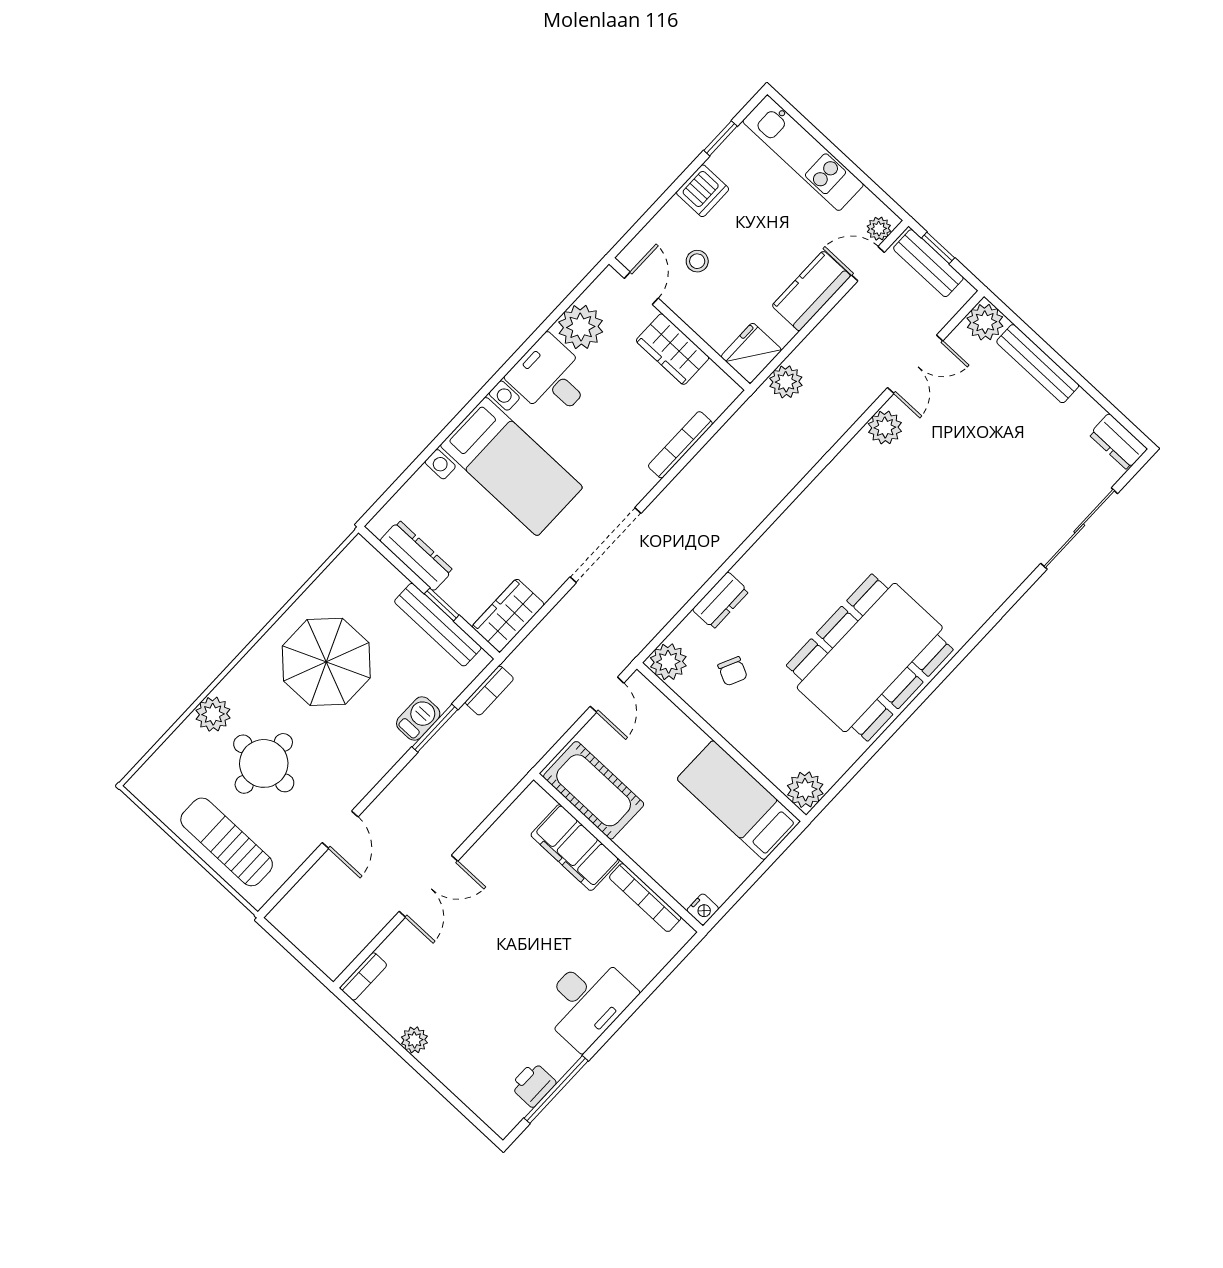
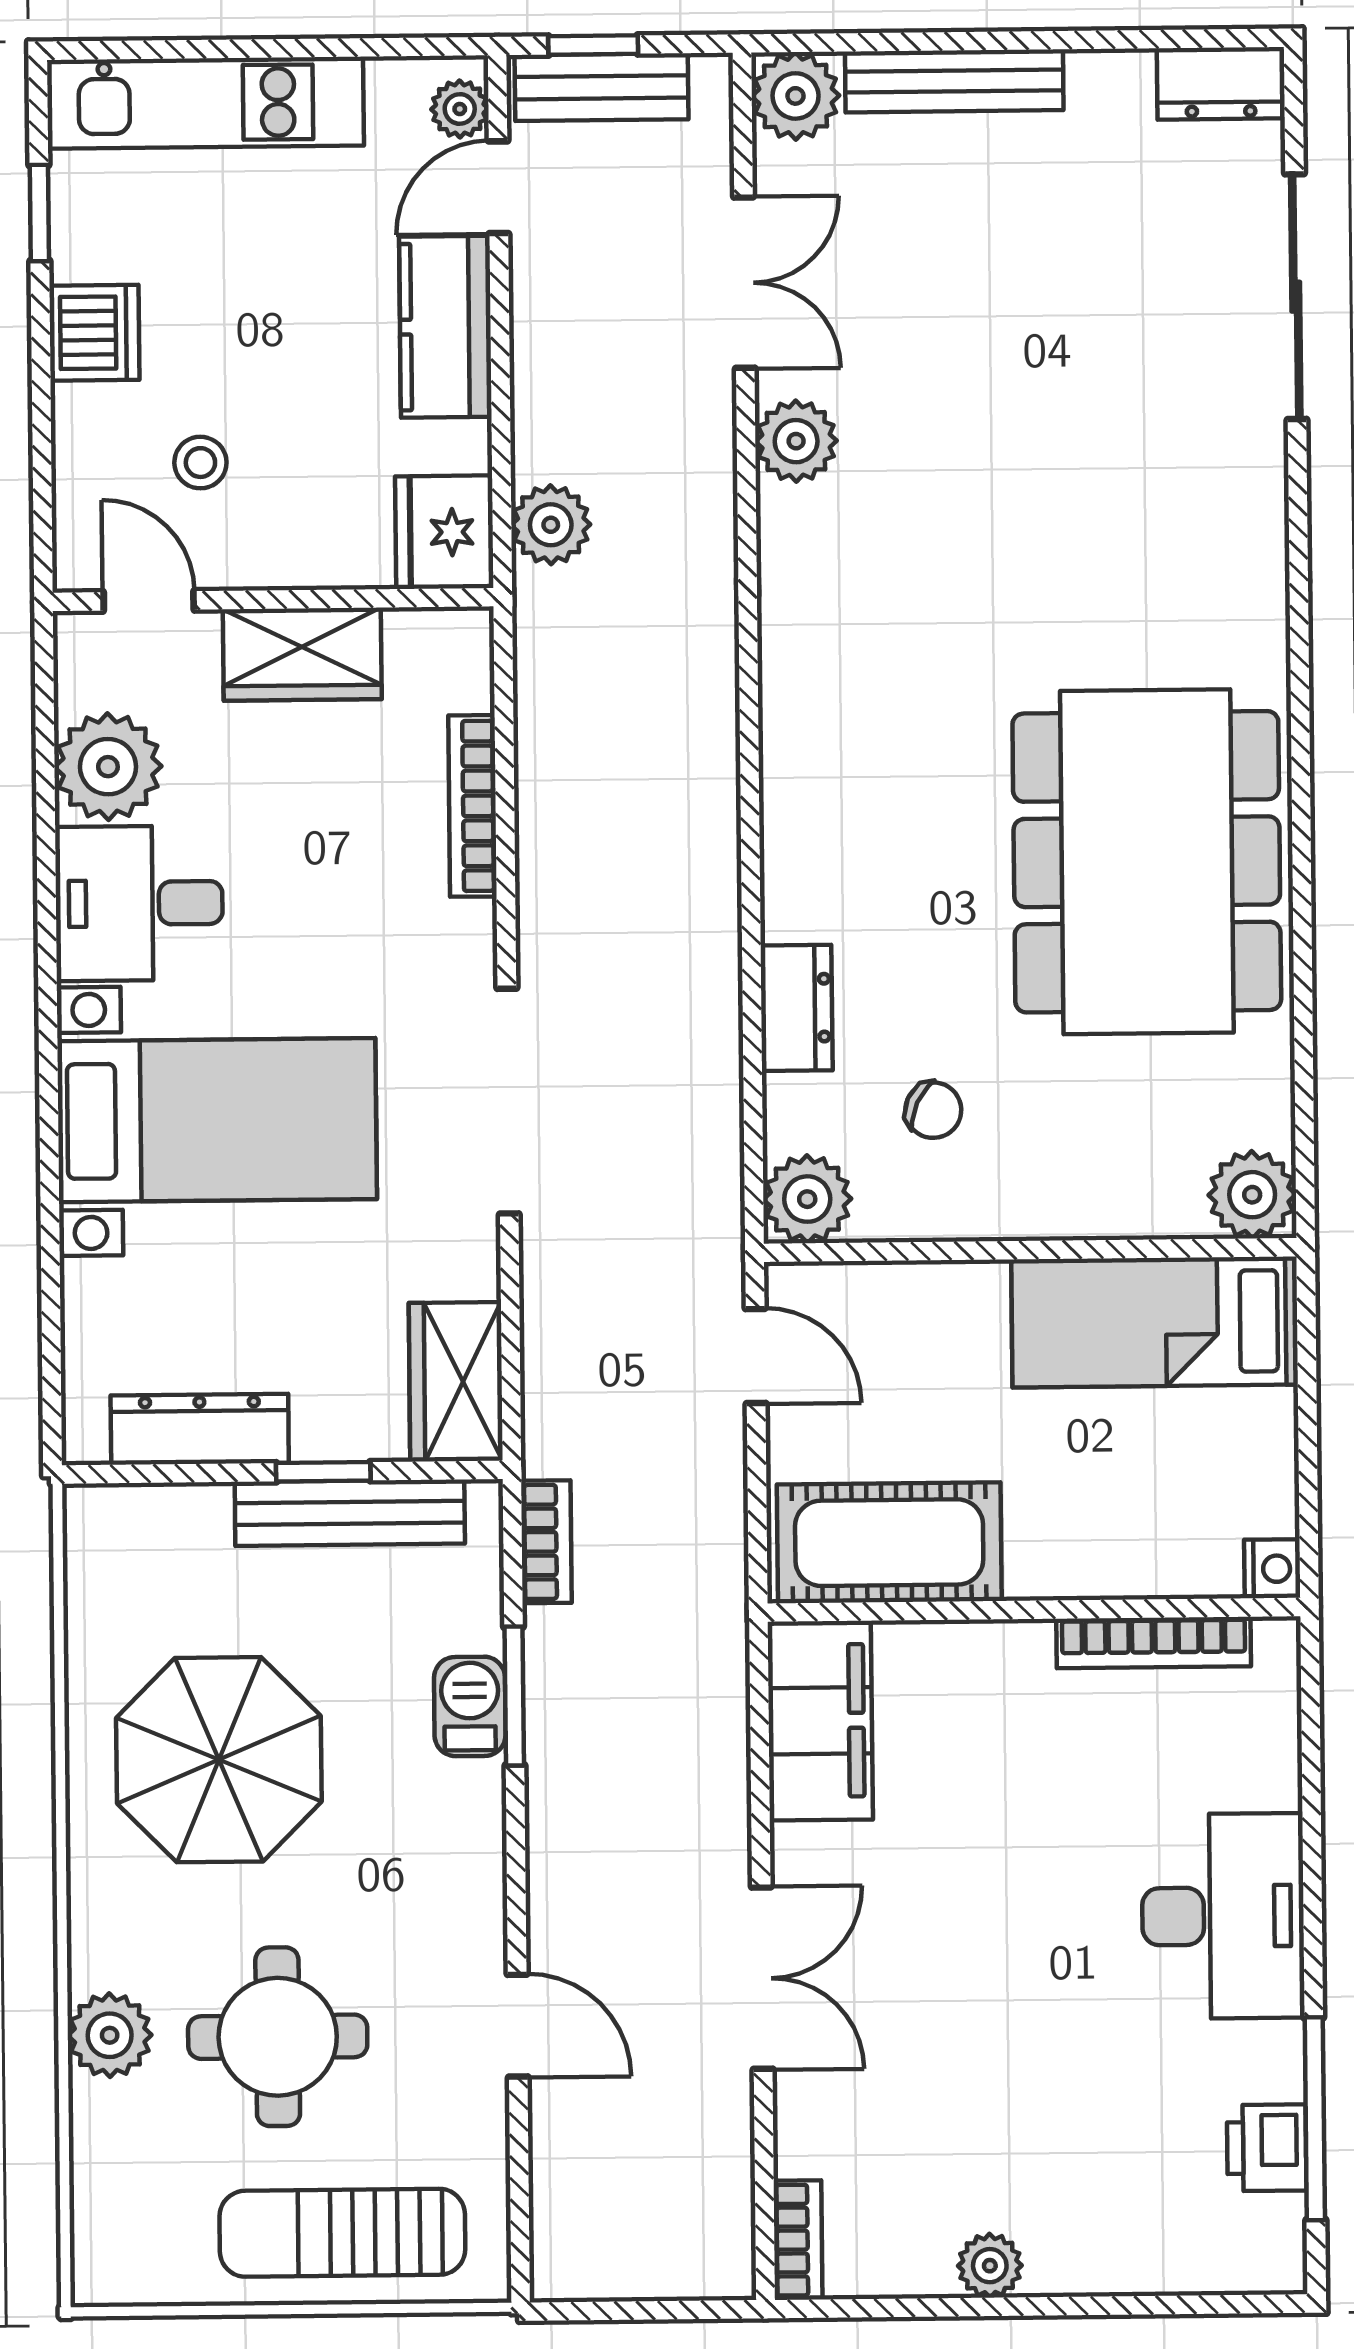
filing cabinet: (575, 848) -> (820, 1721), moved, turned -90

